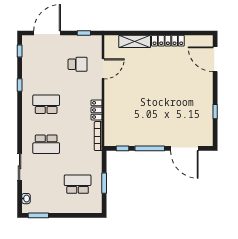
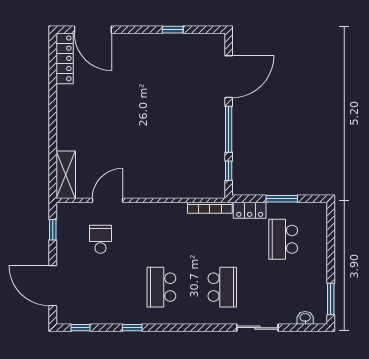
shelving: (135, 41) -> (66, 175), moved
locker: (168, 41) -> (65, 58), moved
door: (215, 59) -> (93, 30), hinge flipped
door: (103, 69) -> (108, 200), hinge flipped
locker: (97, 110) -> (250, 210), moved

